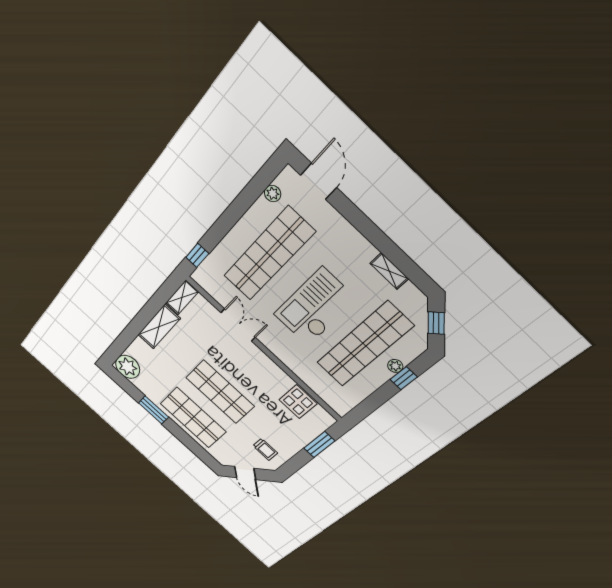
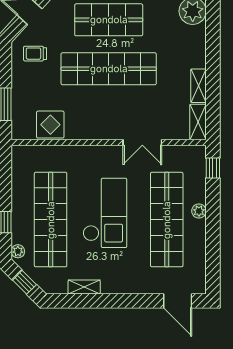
plant: (273, 194) -> (199, 211), moved
shelving: (159, 327) -> (198, 86), width x0.67, depth x0.75
plant: (395, 366) -> (18, 251), moved
shop shelf: (220, 392) -> (109, 69), width x1.40

